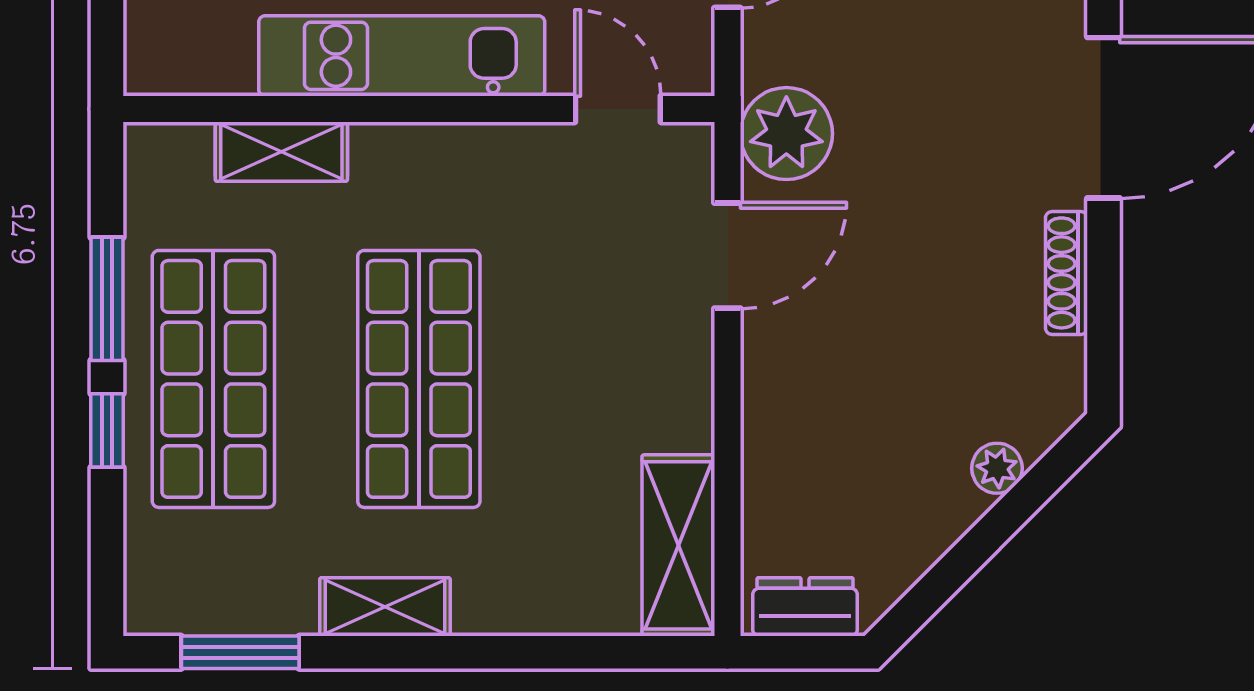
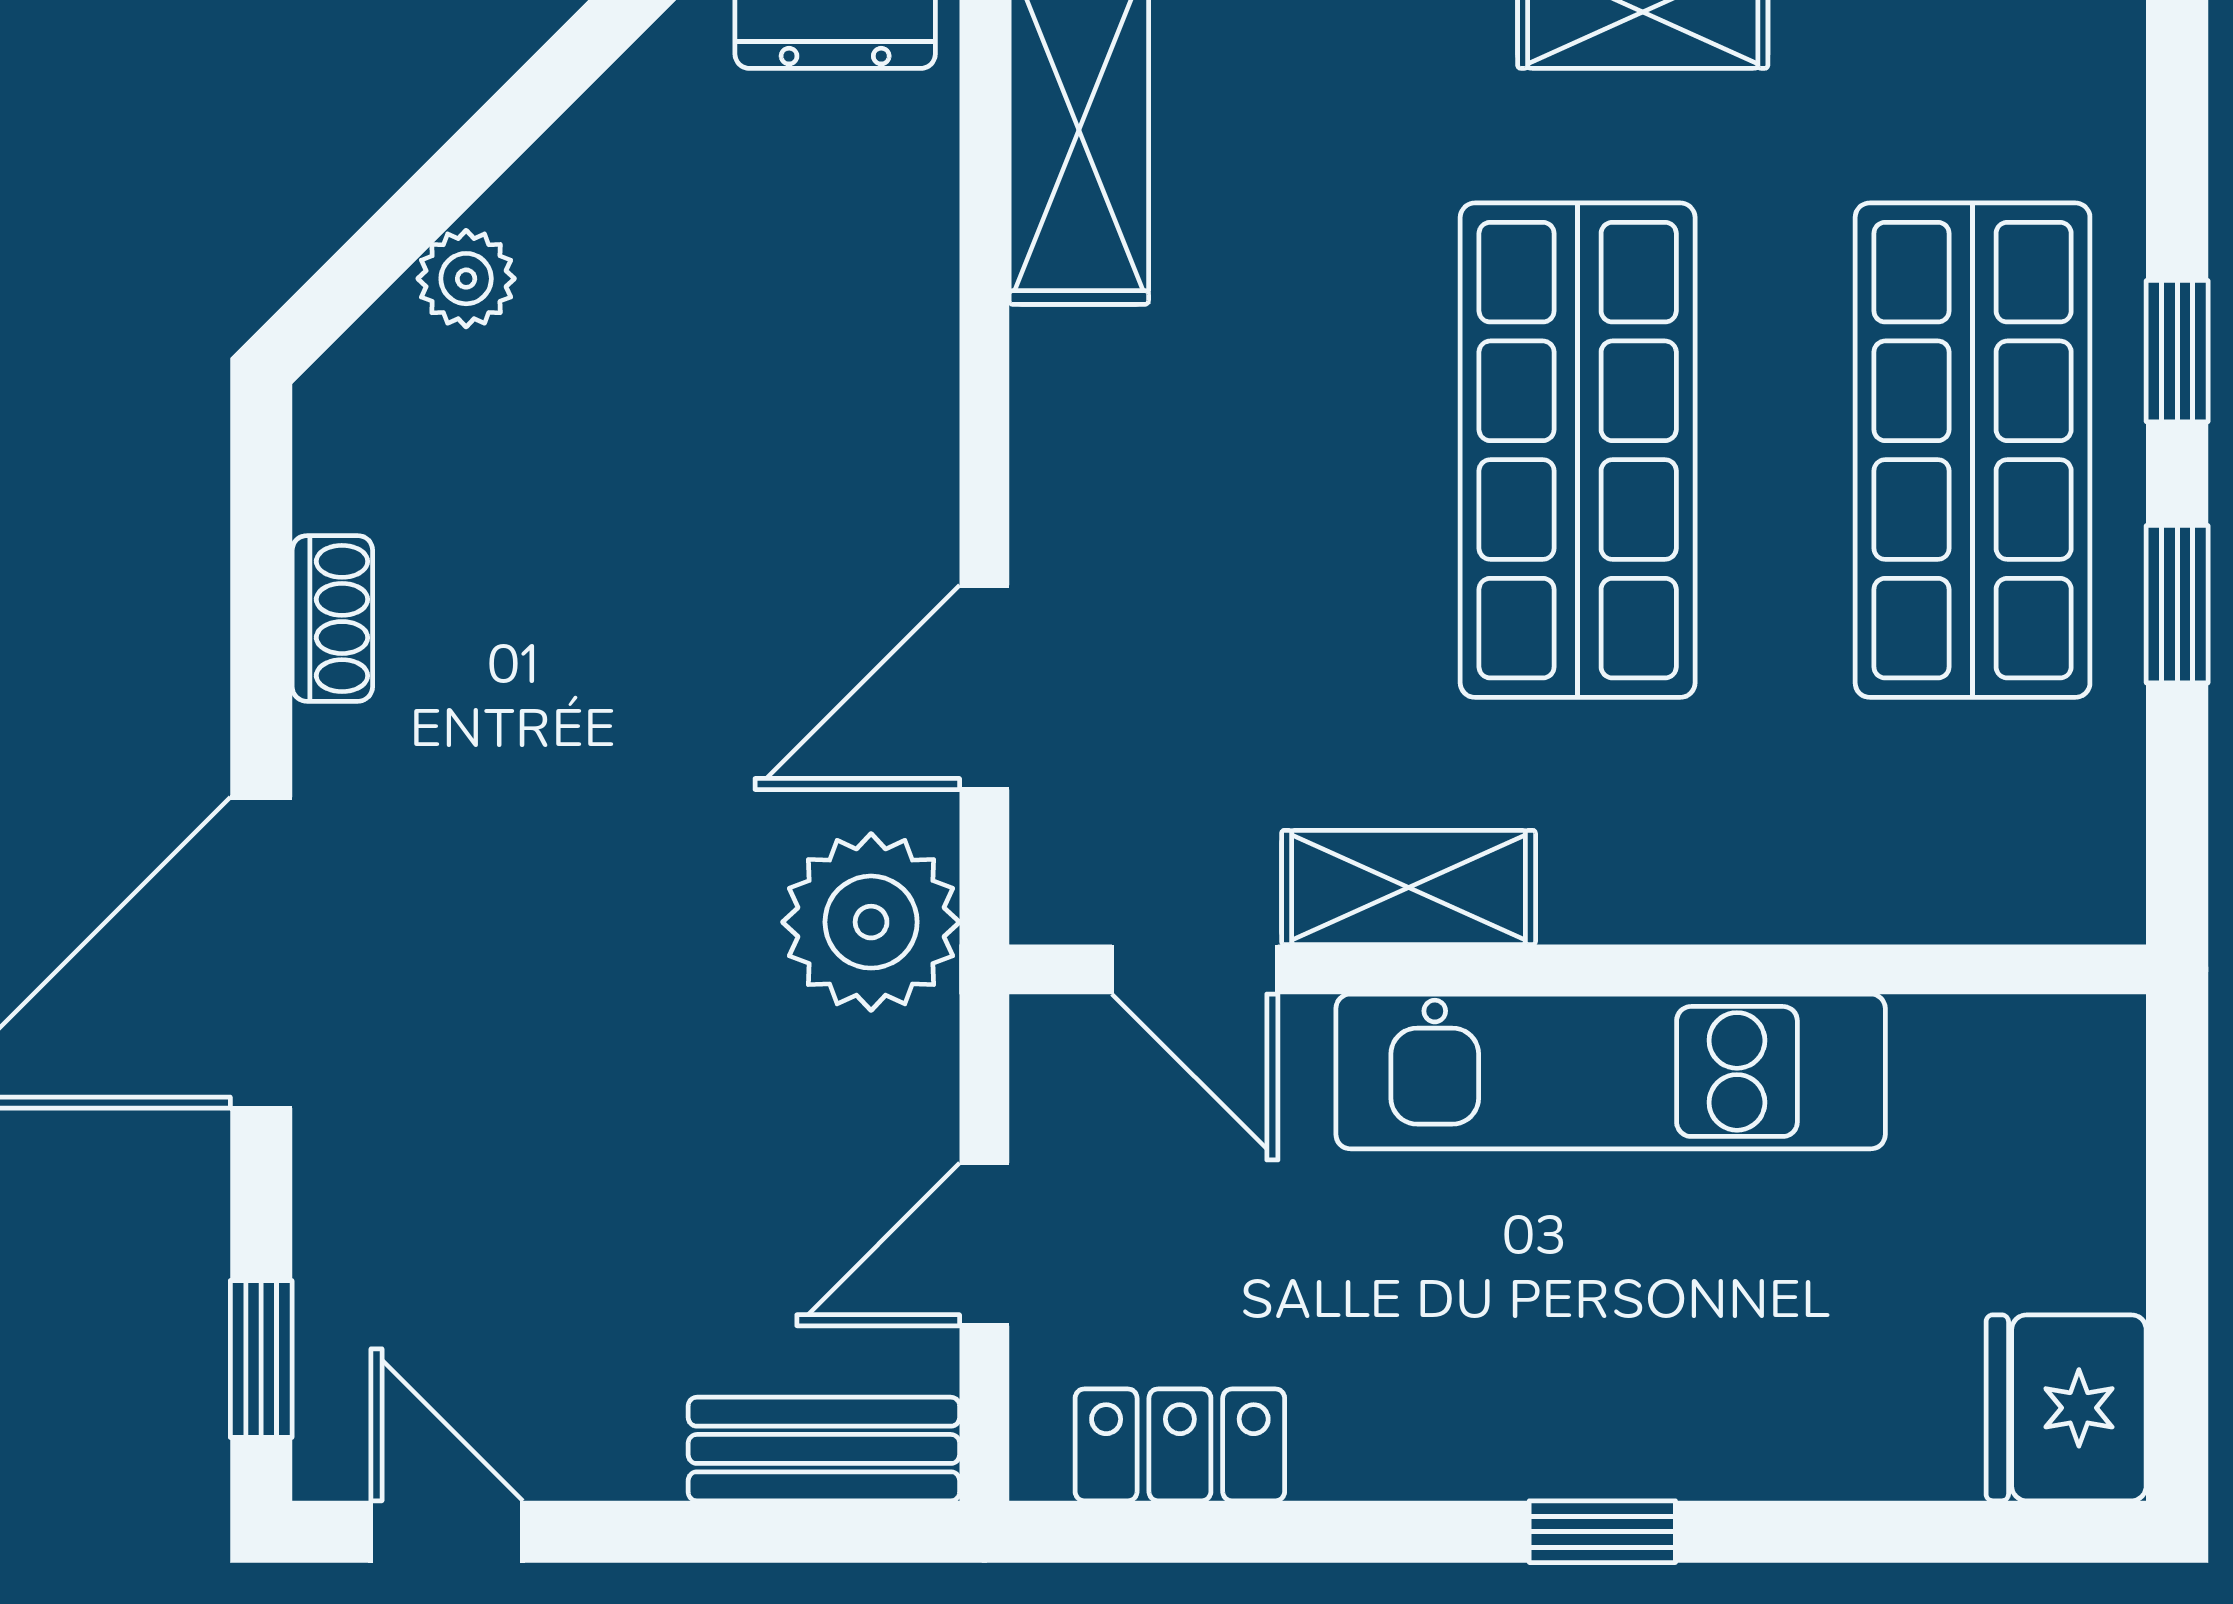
shelving: (281, 152) -> (1409, 887), moved
shoe rack: (1067, 273) -> (332, 618), width x0.70
window: (107, 299) -> (2177, 604), width x0.67

